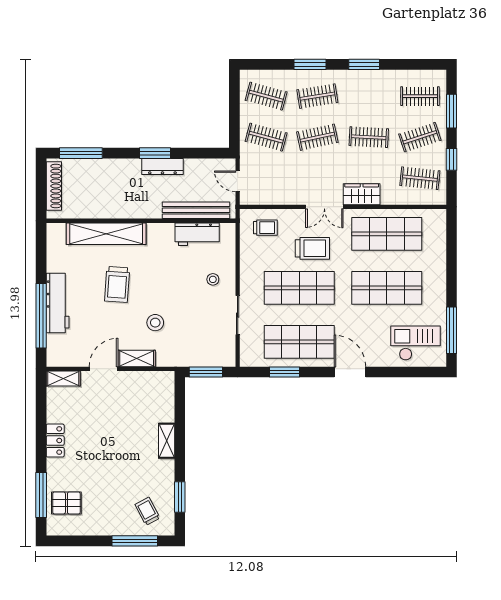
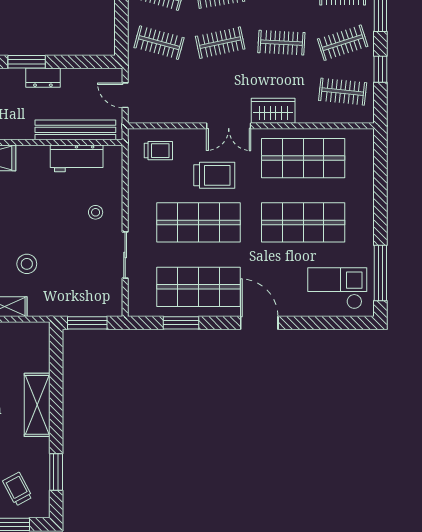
dresser: (162, 167) -> (43, 78), width x0.70
shelving: (167, 441) -> (37, 405), width x1.50, depth x1.33

